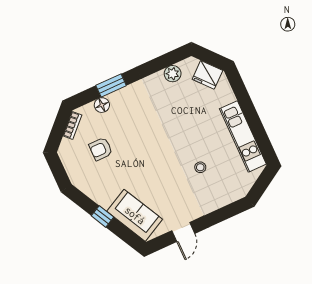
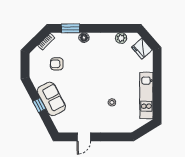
window: (111, 86) -> (70, 28), moved
floor lamp: (102, 105) -> (84, 38), moved
sofa: (135, 215) -> (51, 99), moved

